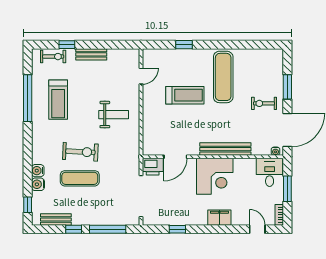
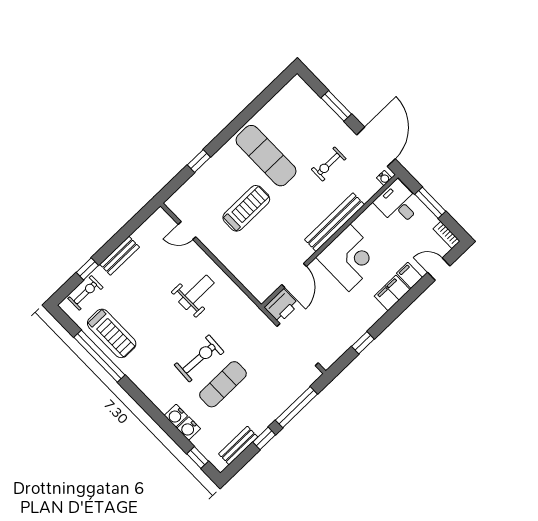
door: (141, 76) -> (187, 231), swing flipped
treadmill: (58, 100) -> (112, 333), moved
exercise bike: (264, 103) -> (329, 164), moved
filing cabinet: (238, 217) -> (409, 275), added

